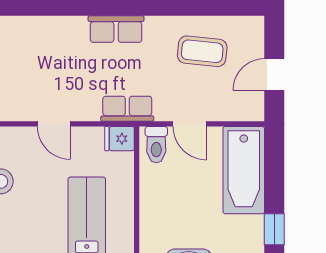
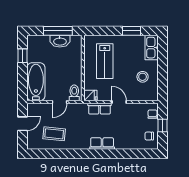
row of seats: (116, 29) -> (102, 144), moved
row of seats: (127, 109) -> (100, 109), moved
door: (190, 124) -> (60, 102), swing flipped

